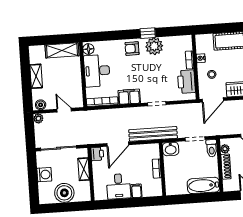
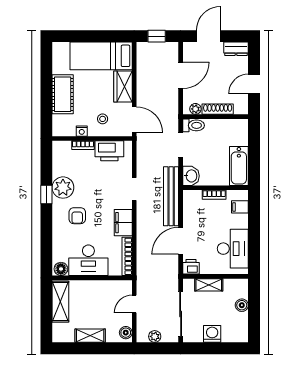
armchair: (132, 49) -> (77, 216), moved
plant: (38, 118) -> (155, 336), moved
door: (118, 144) -> (181, 241), swing flipped
bathtub: (203, 185) -> (239, 166), moved
desk: (119, 186) -> (233, 249), width x1.37
filing cabinet: (136, 191) -> (240, 207), moved
boiler: (64, 193) -> (242, 305), width x0.54, depth x0.54

